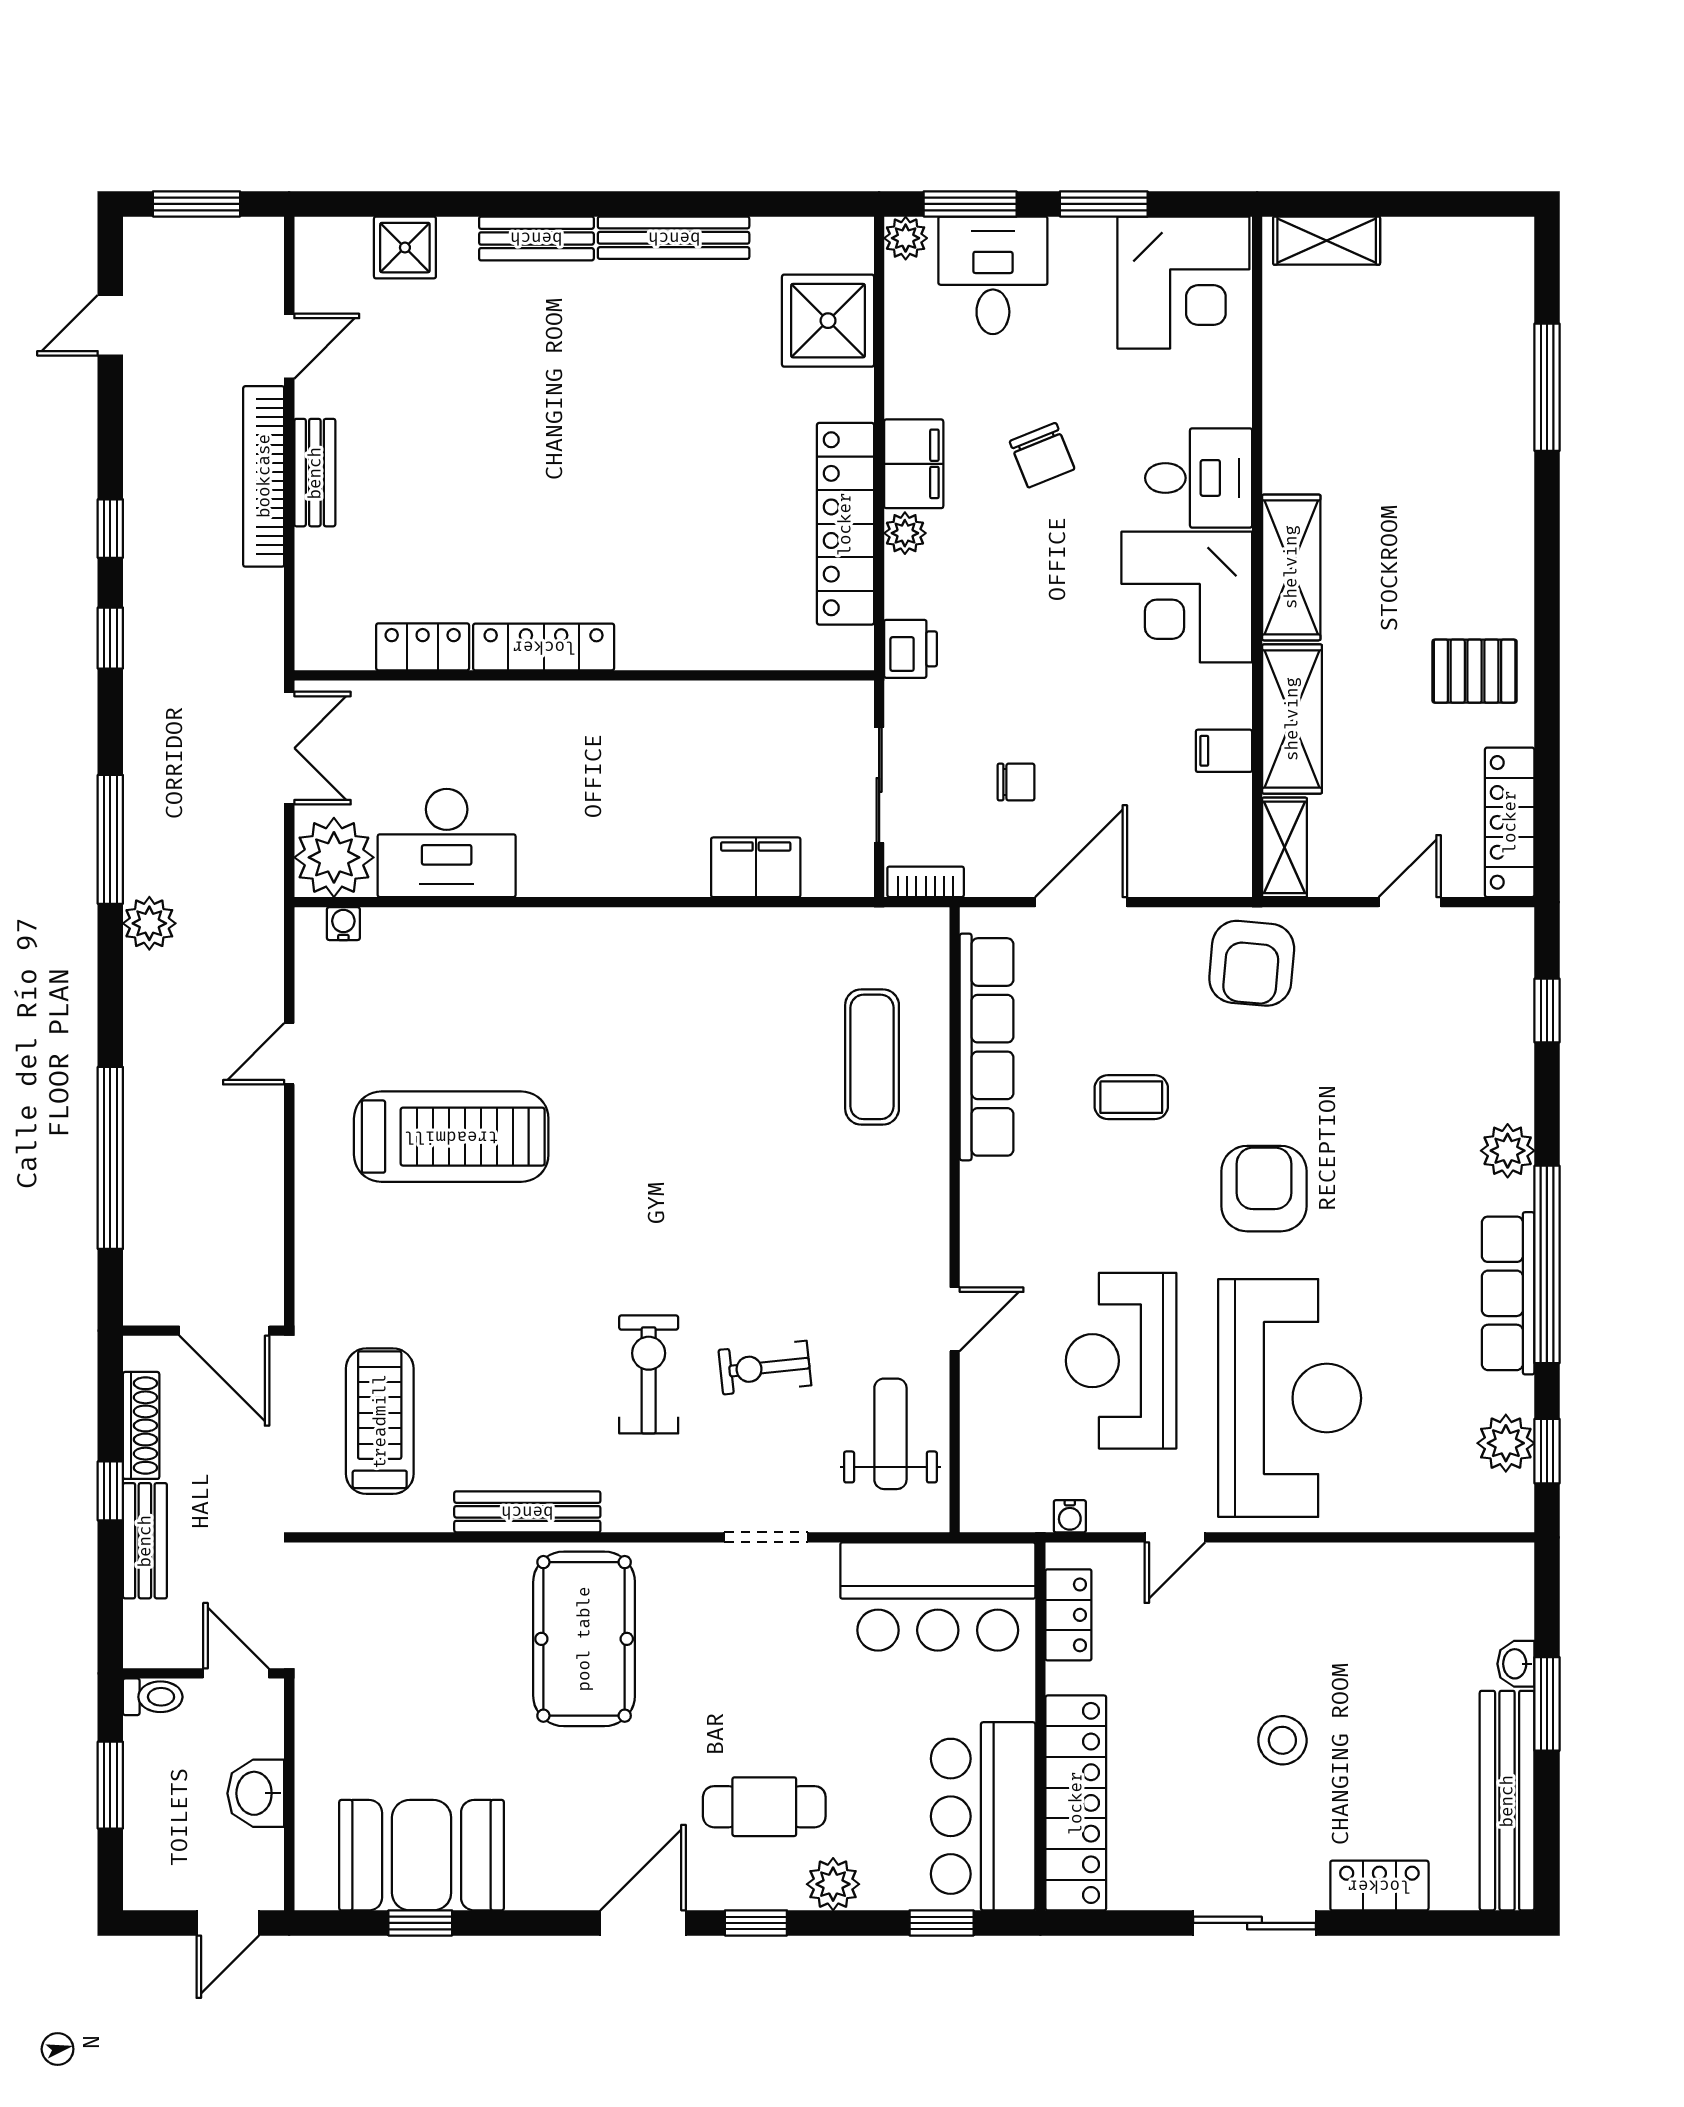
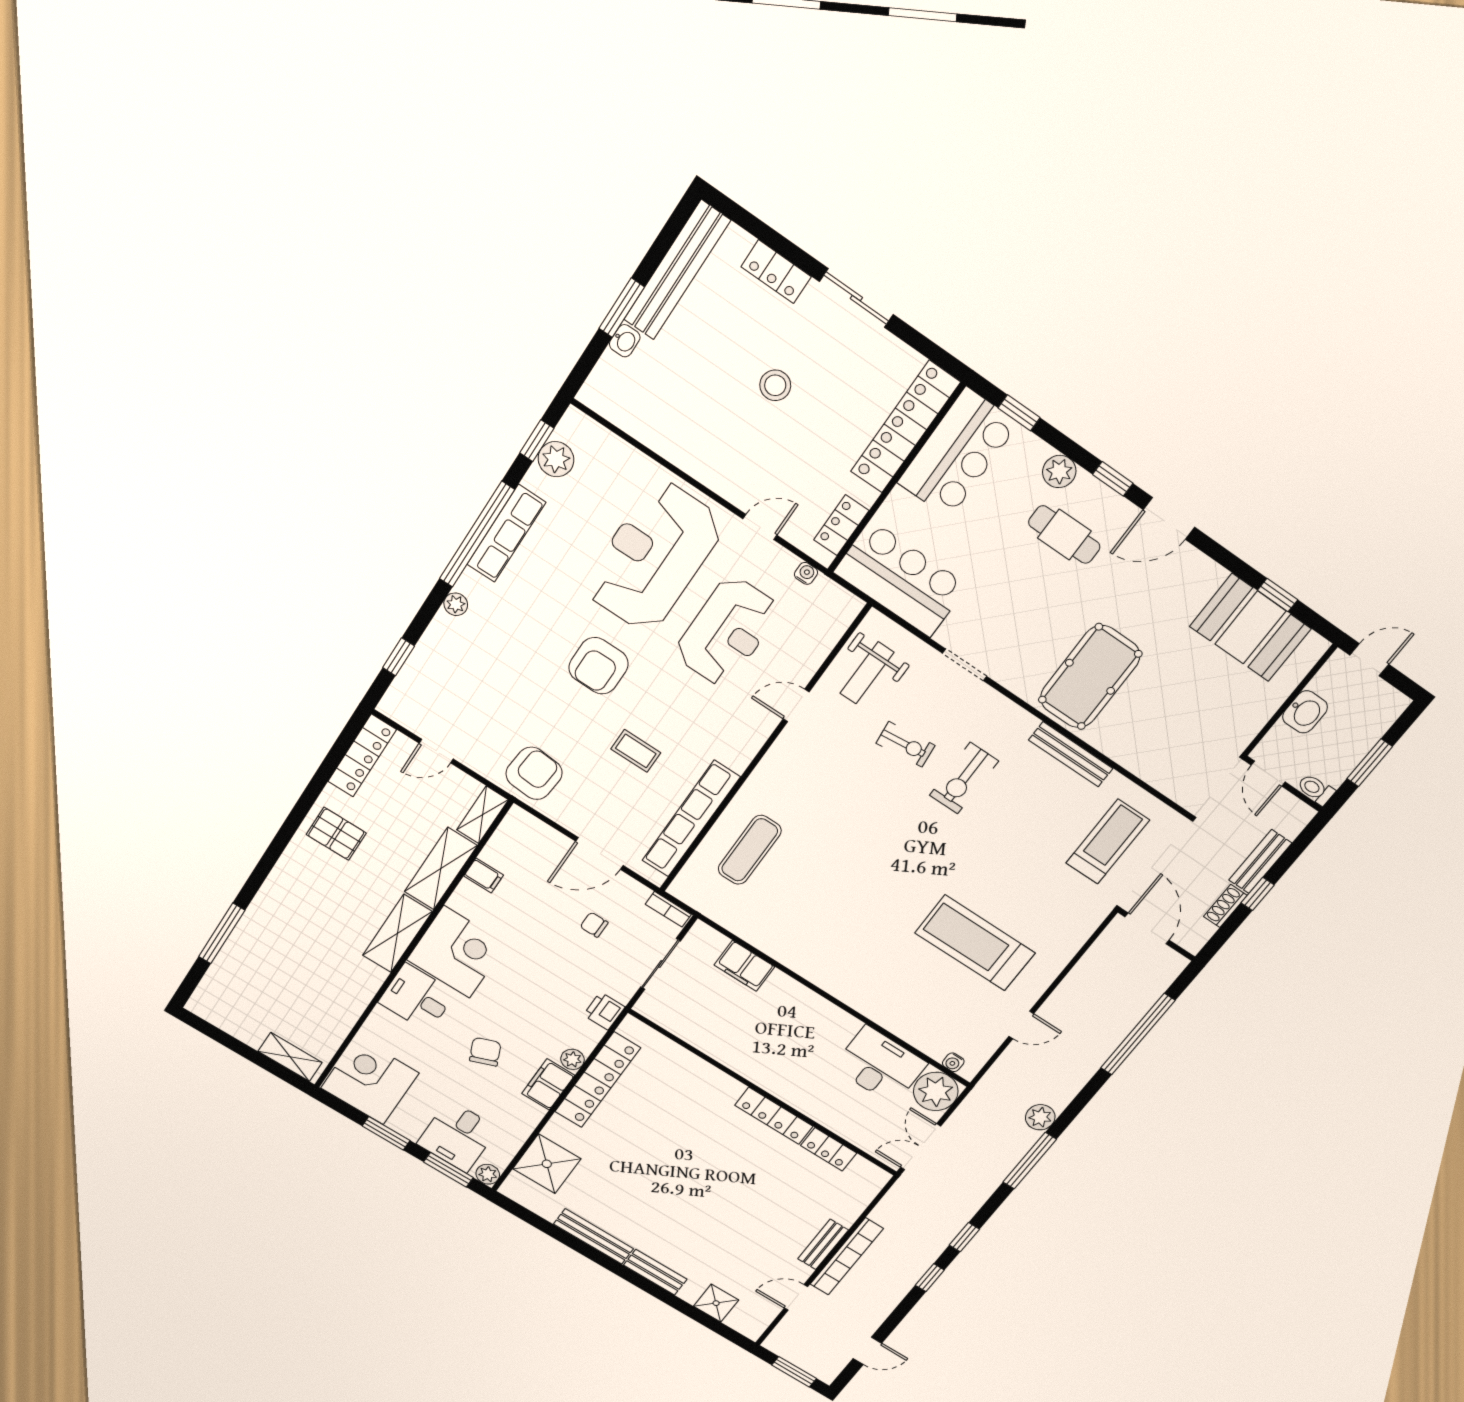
plant: (1508, 1151) -> (456, 604), width x0.73, depth x0.73
treadmill: (380, 1421) -> (1108, 842), turned 180
shoe rack: (141, 1425) -> (1225, 906), width x0.70

